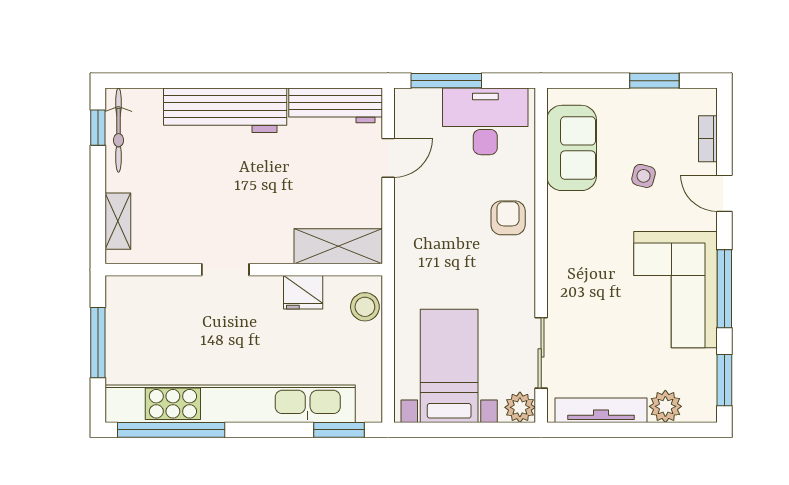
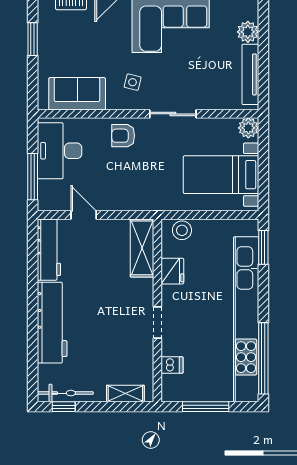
side table: (644, 176) -> (133, 82), moved
dishwasher: (161, 292) -> (172, 365), added
sliding door: (541, 353) -> (173, 114), moved

